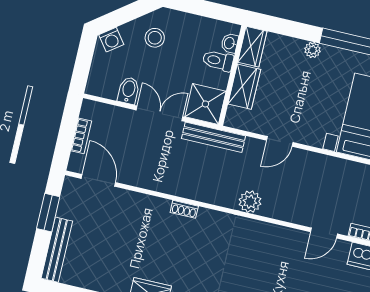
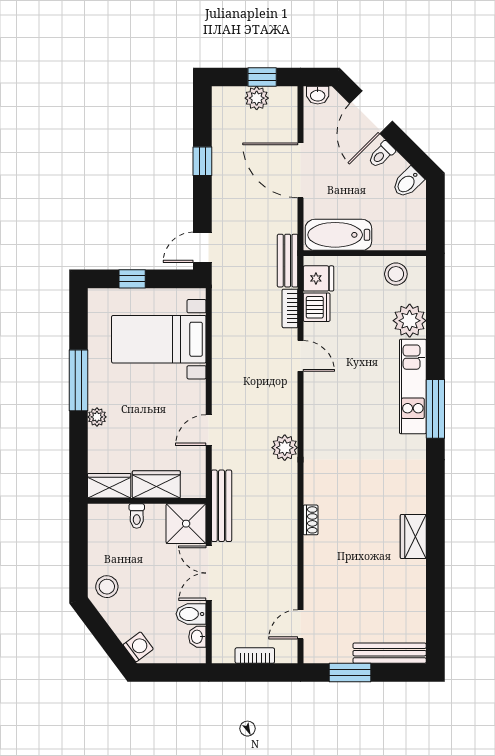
stool: (155, 38) -> (107, 587), moved
washbasin: (230, 43) -> (197, 637), moved, turned 90
toilet: (218, 61) -> (137, 516), width x0.73, depth x0.72
door: (280, 141) -> (209, 430), swing flipped
door: (98, 180) -> (301, 624), width x0.73

